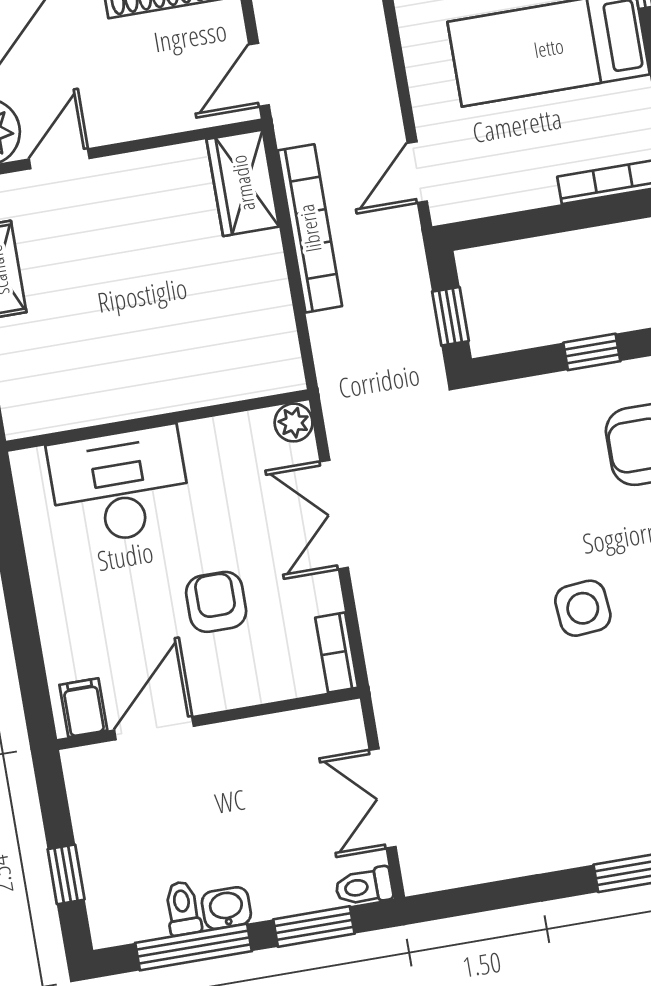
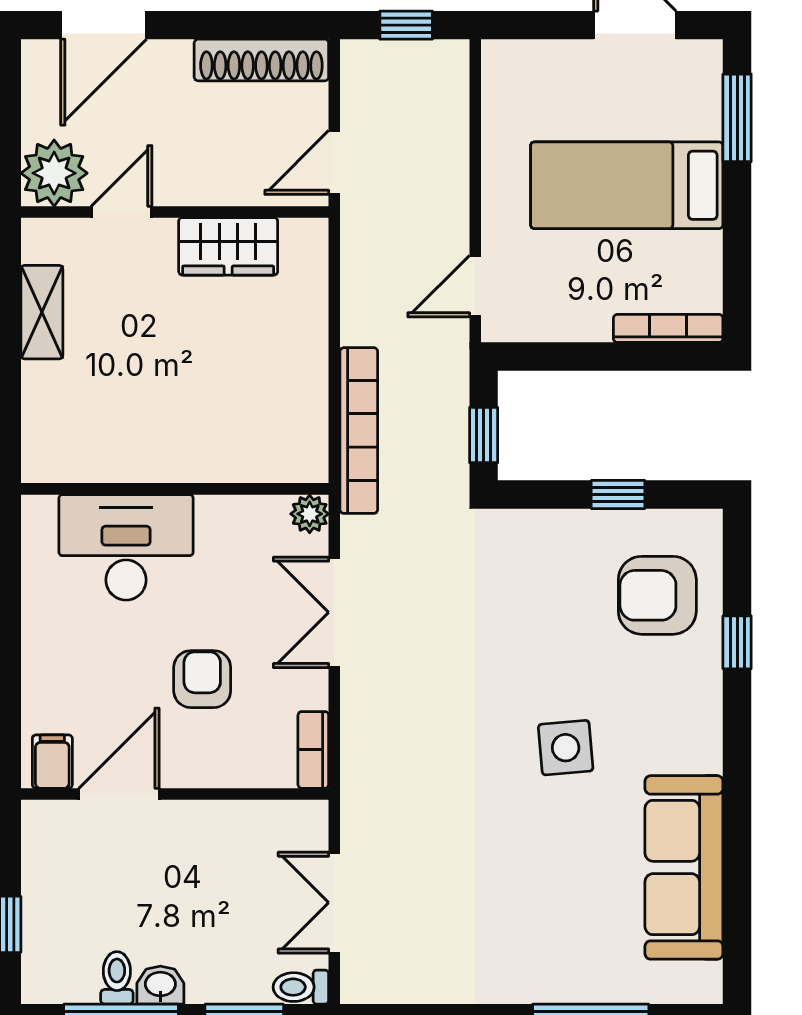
wardrobe: (243, 183) -> (228, 246), moved, turned -90
bookcase: (310, 228) -> (359, 431), moved

